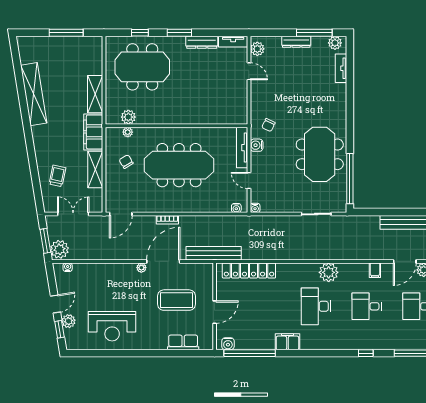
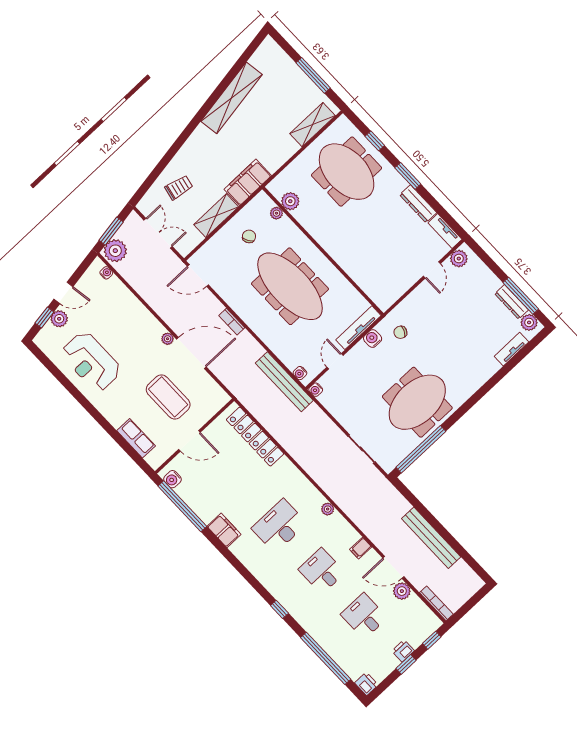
dresser: (296, 42) -> (511, 302), moved
shelving: (95, 94) -> (312, 125), moved
bench: (214, 253) -> (284, 382), moved
plant: (329, 272) -> (328, 509), width x0.53, depth x0.53

